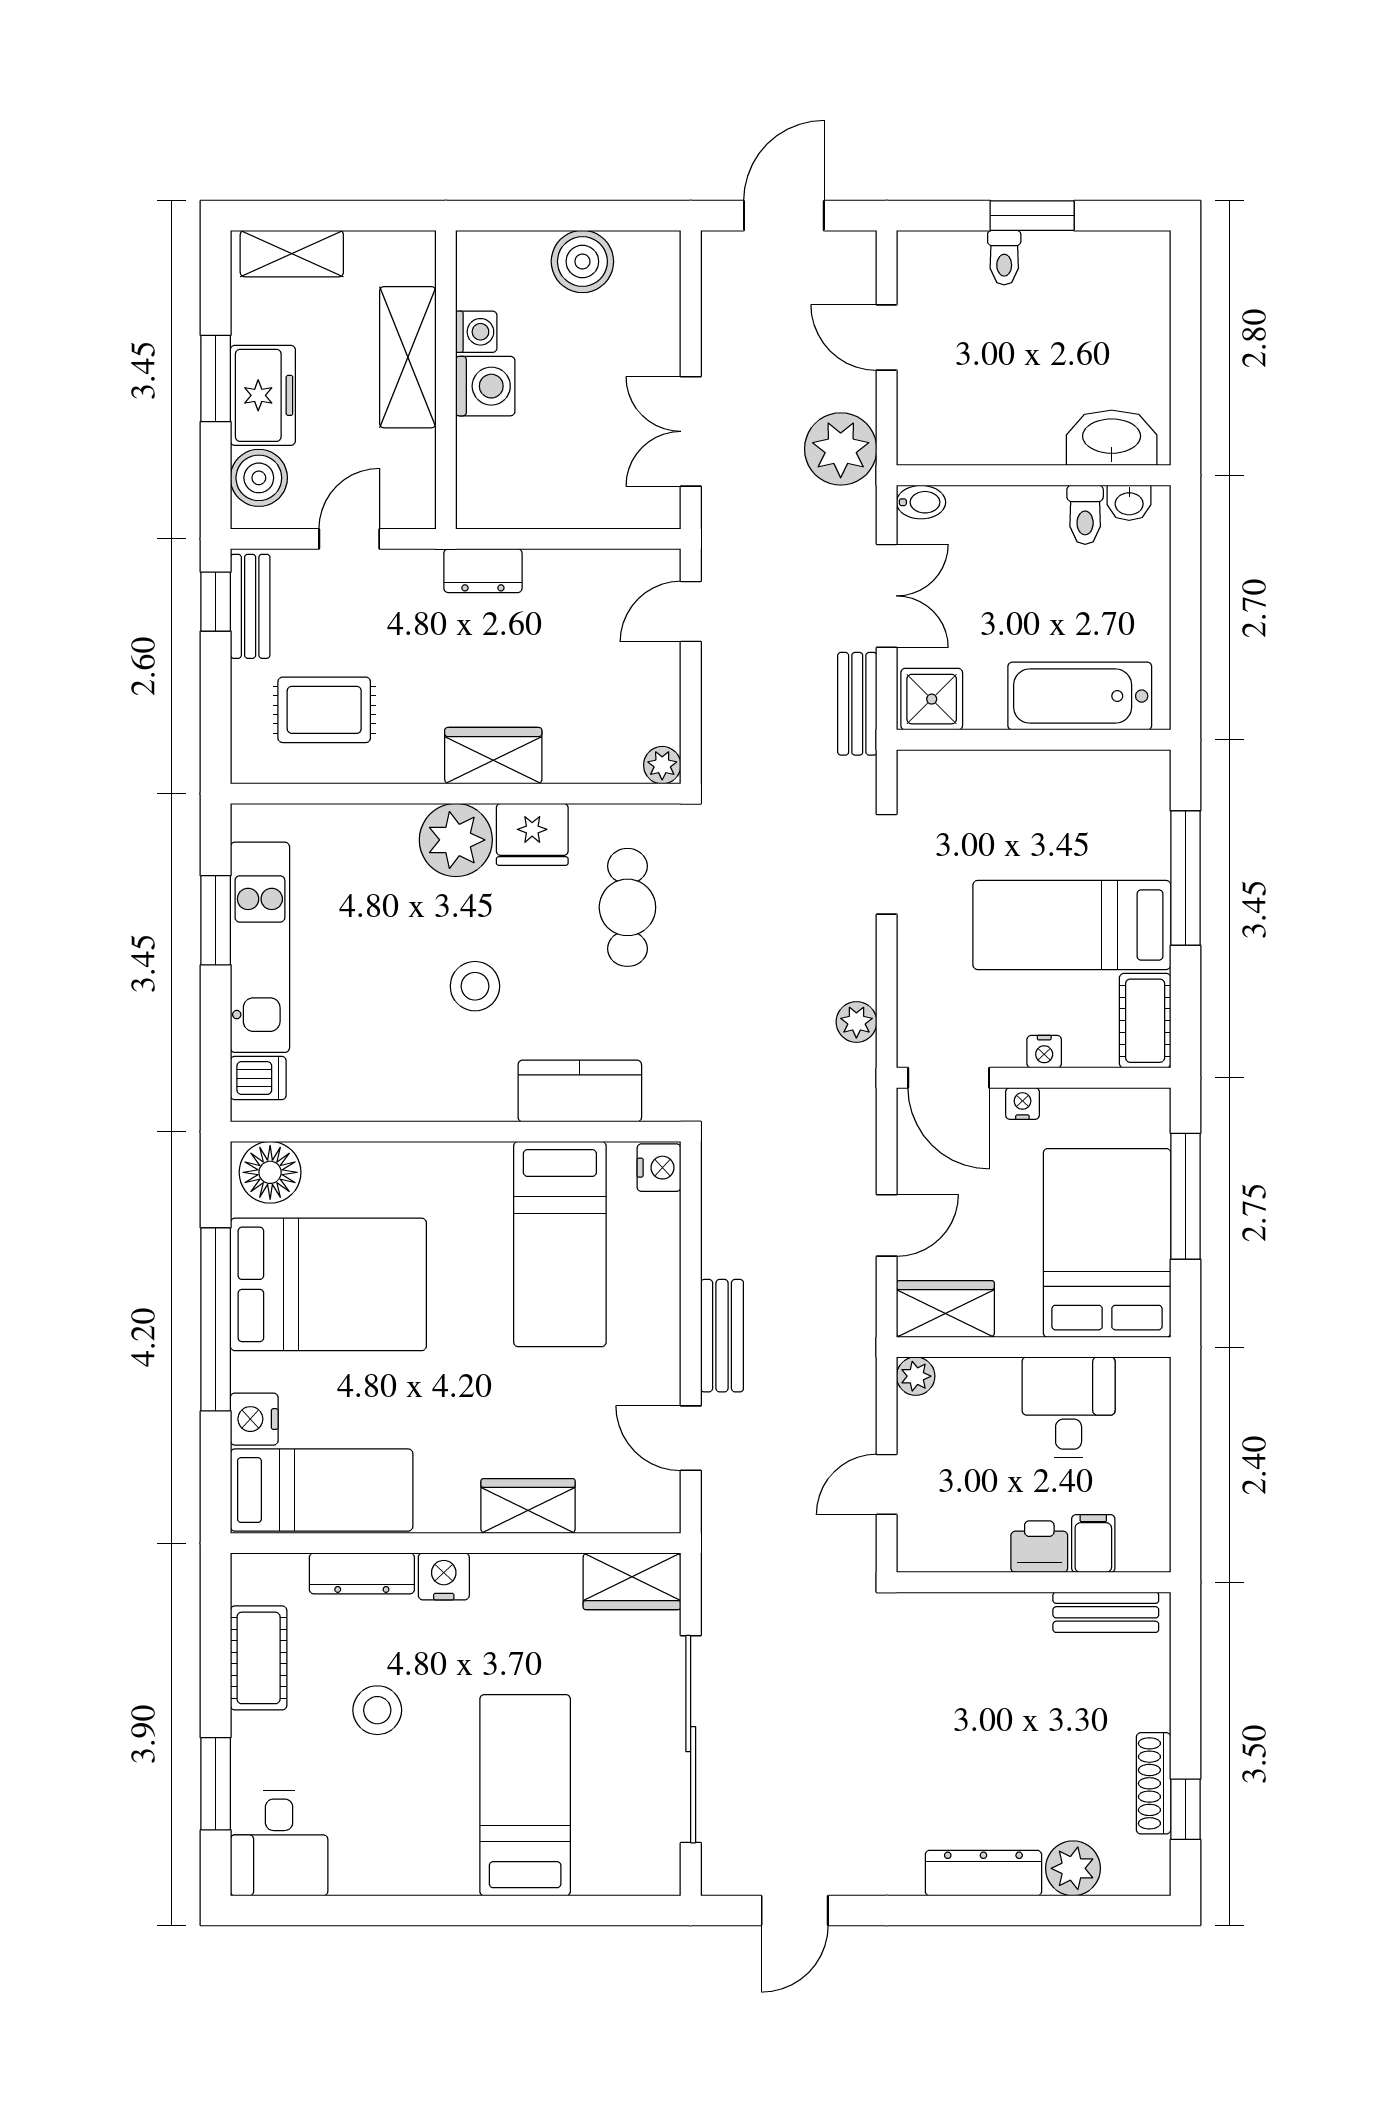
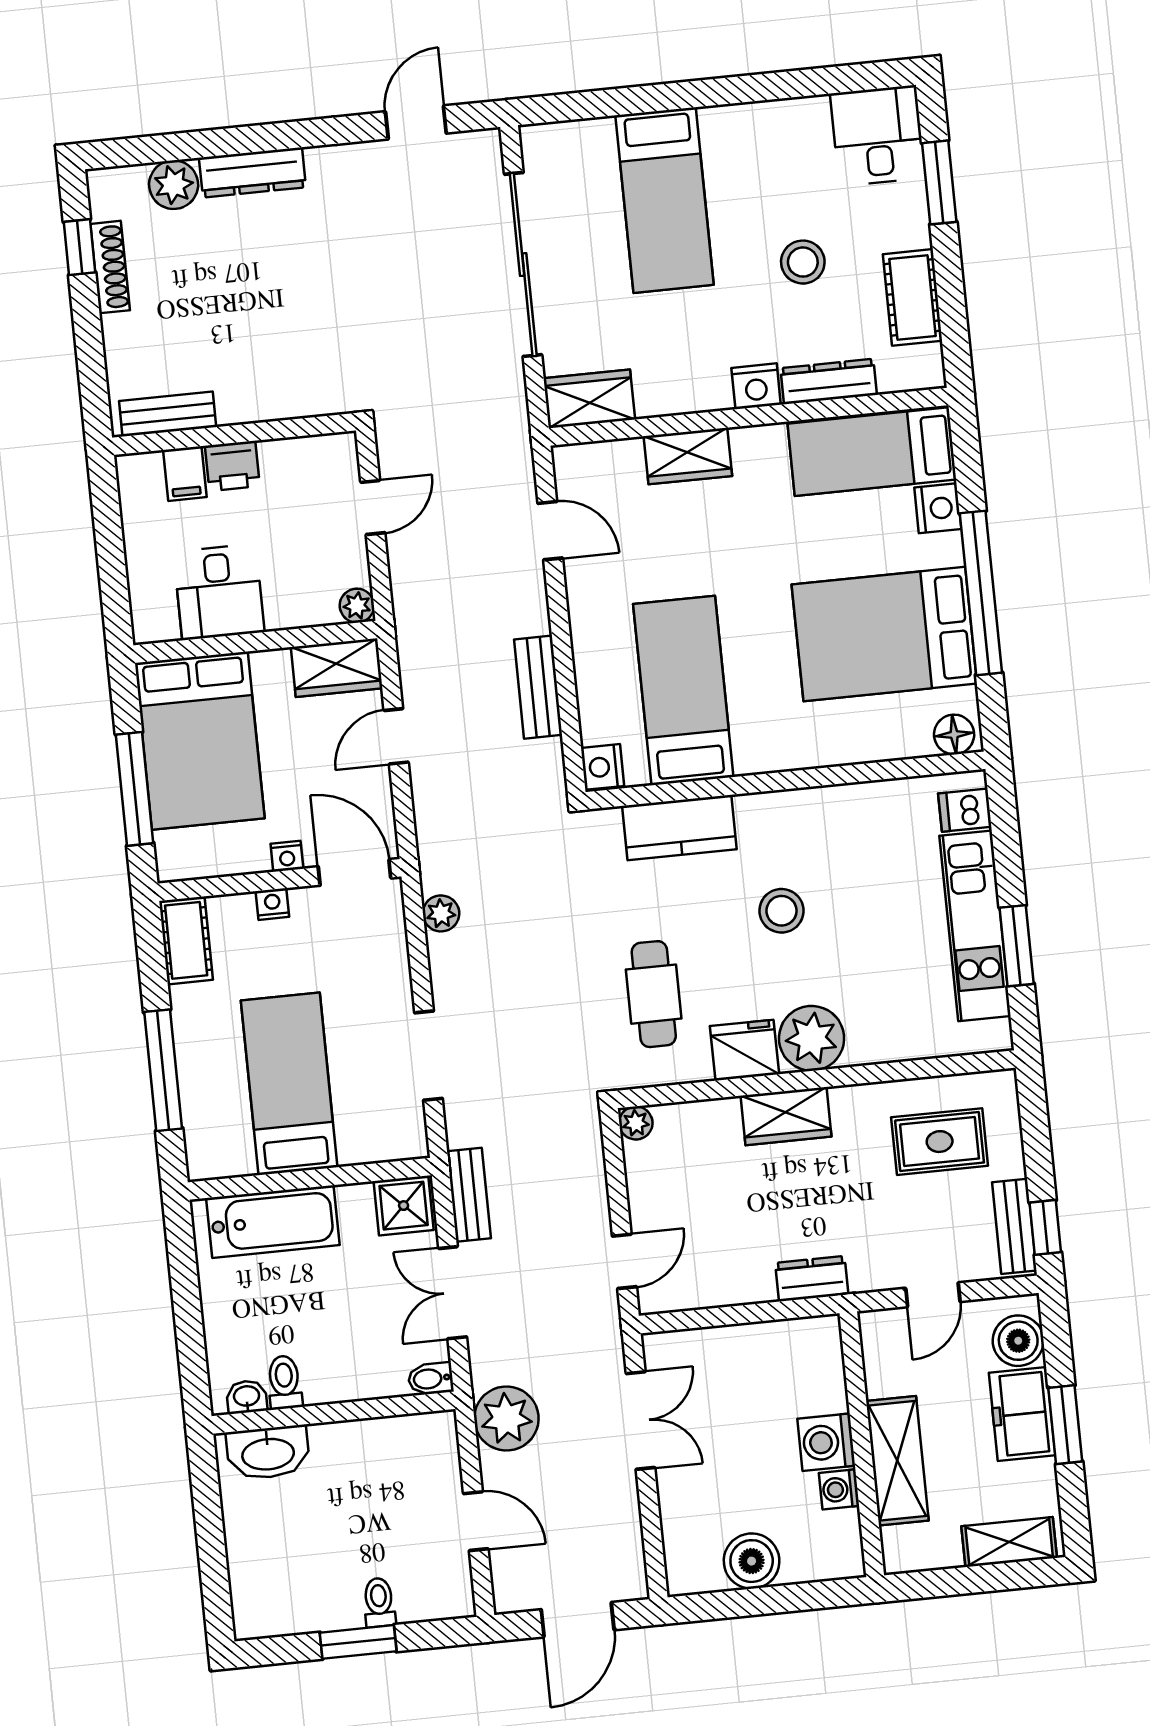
bed: (1072, 925) -> (289, 1084), moved, turned -90
floor lamp: (270, 1172) -> (954, 735), width x0.73, depth x0.73
bench: (722, 1336) -> (538, 687), moved

